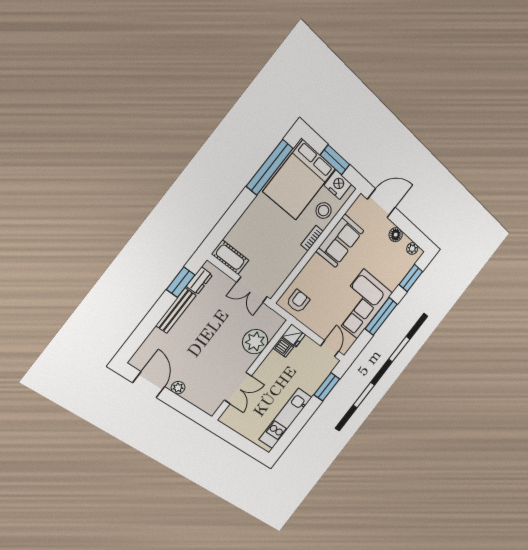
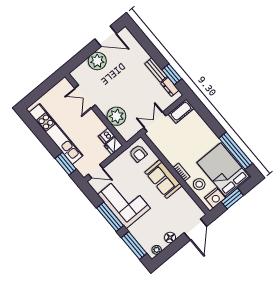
sofa: (340, 241) -> (163, 179), moved
window: (411, 278) -> (134, 246), width x1.44
bench: (176, 311) -> (156, 70), width x0.73
plant: (178, 388) -> (97, 61), width x1.88, depth x1.88
kitchen unit: (285, 418) -> (56, 134), width x1.36

